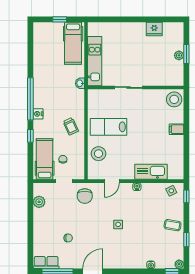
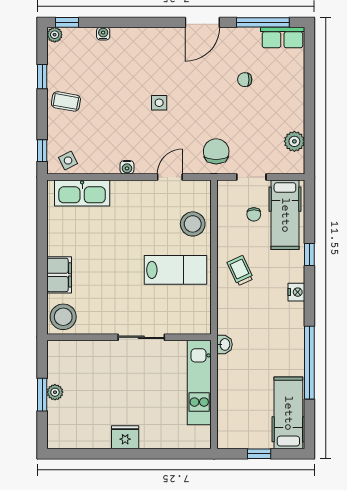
fridge: (154, 29) -> (125, 437), moved
hospital bed: (73, 43) -> (288, 413), moved
window: (30, 99) -> (309, 363), moved
filing cabinet: (176, 129) -> (59, 275), width x2.00
kitchen sink: (151, 172) -> (82, 193), moved

